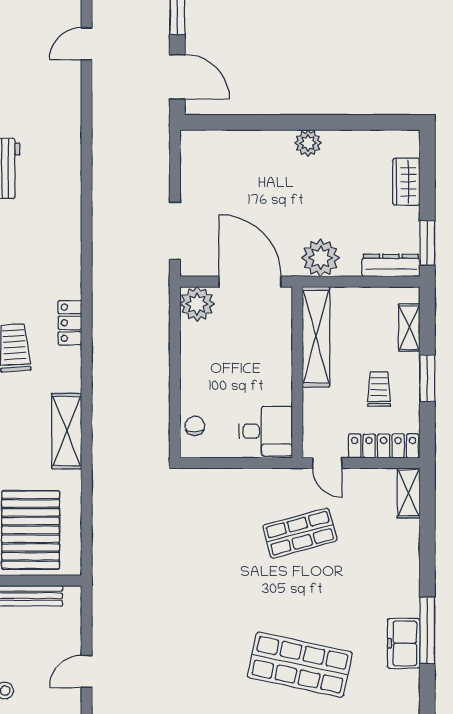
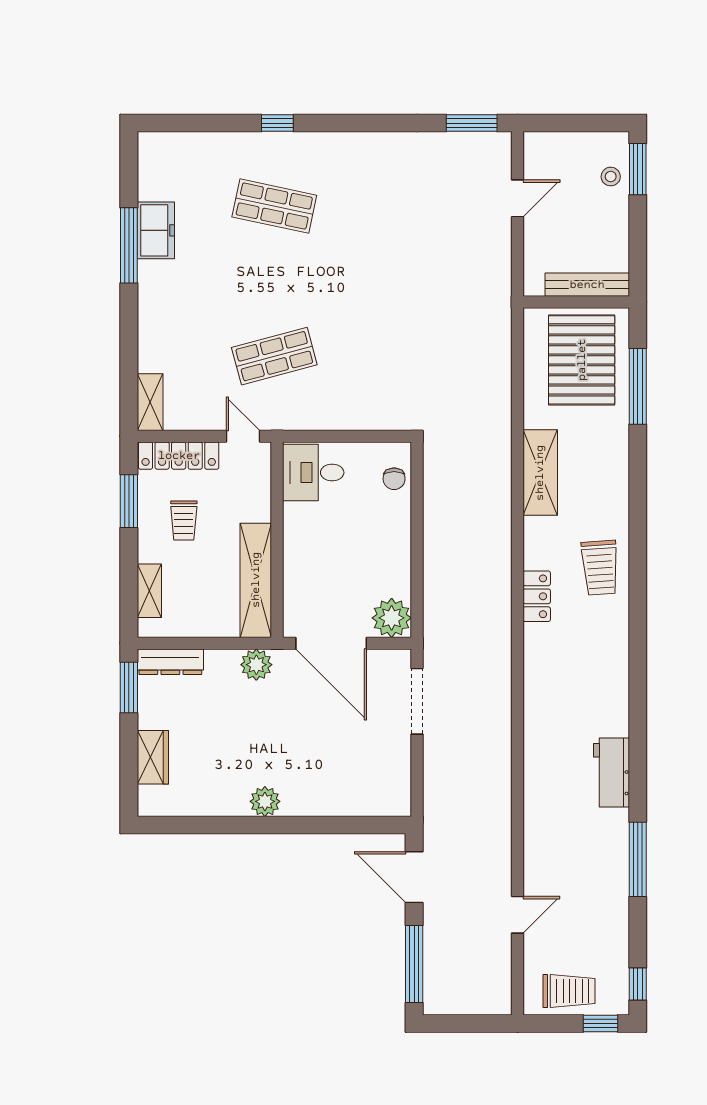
plant: (321, 258) -> (256, 665), width x0.73, depth x0.73
window: (427, 378) -> (129, 501), moved
shop shelf: (300, 665) -> (274, 206), width x0.70, depth x0.74

